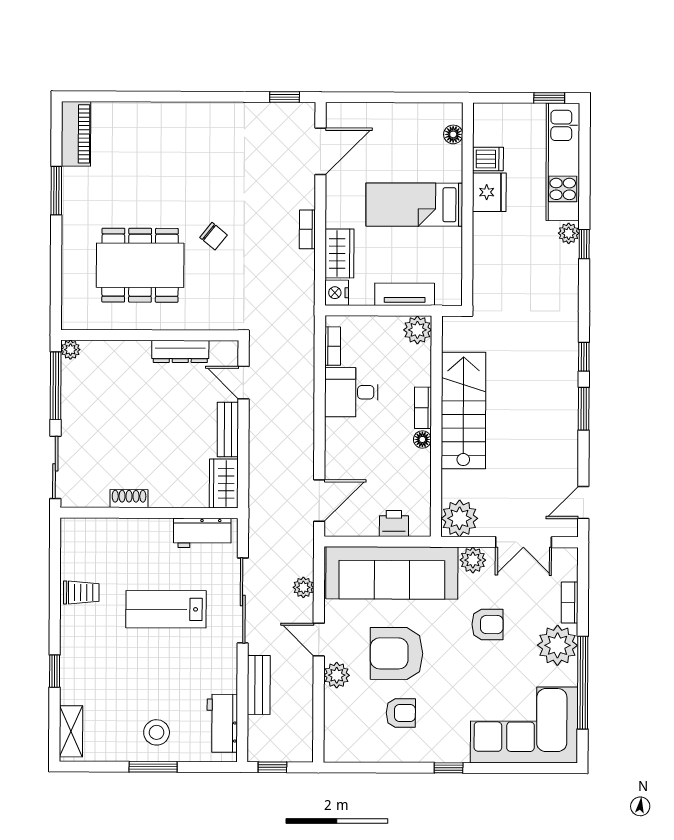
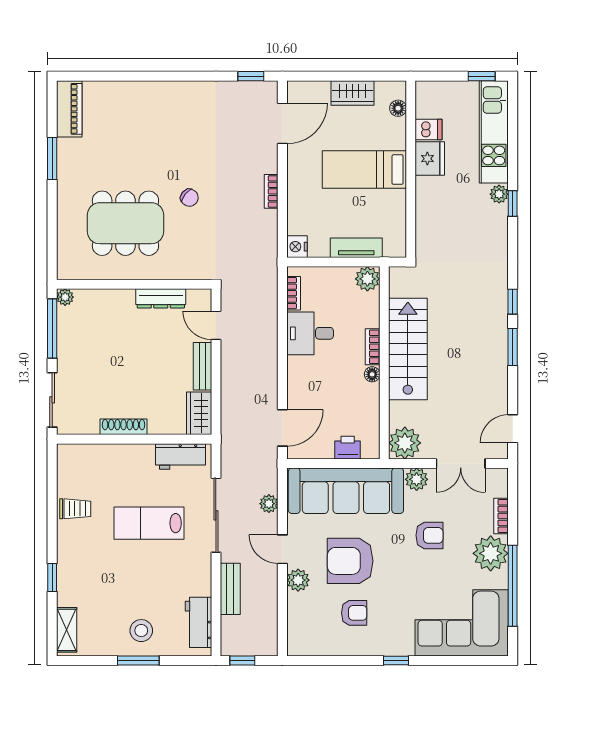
wardrobe: (339, 253) -> (353, 93), moved, turned 90
shoe rack: (129, 499) -> (124, 427), width x1.43

